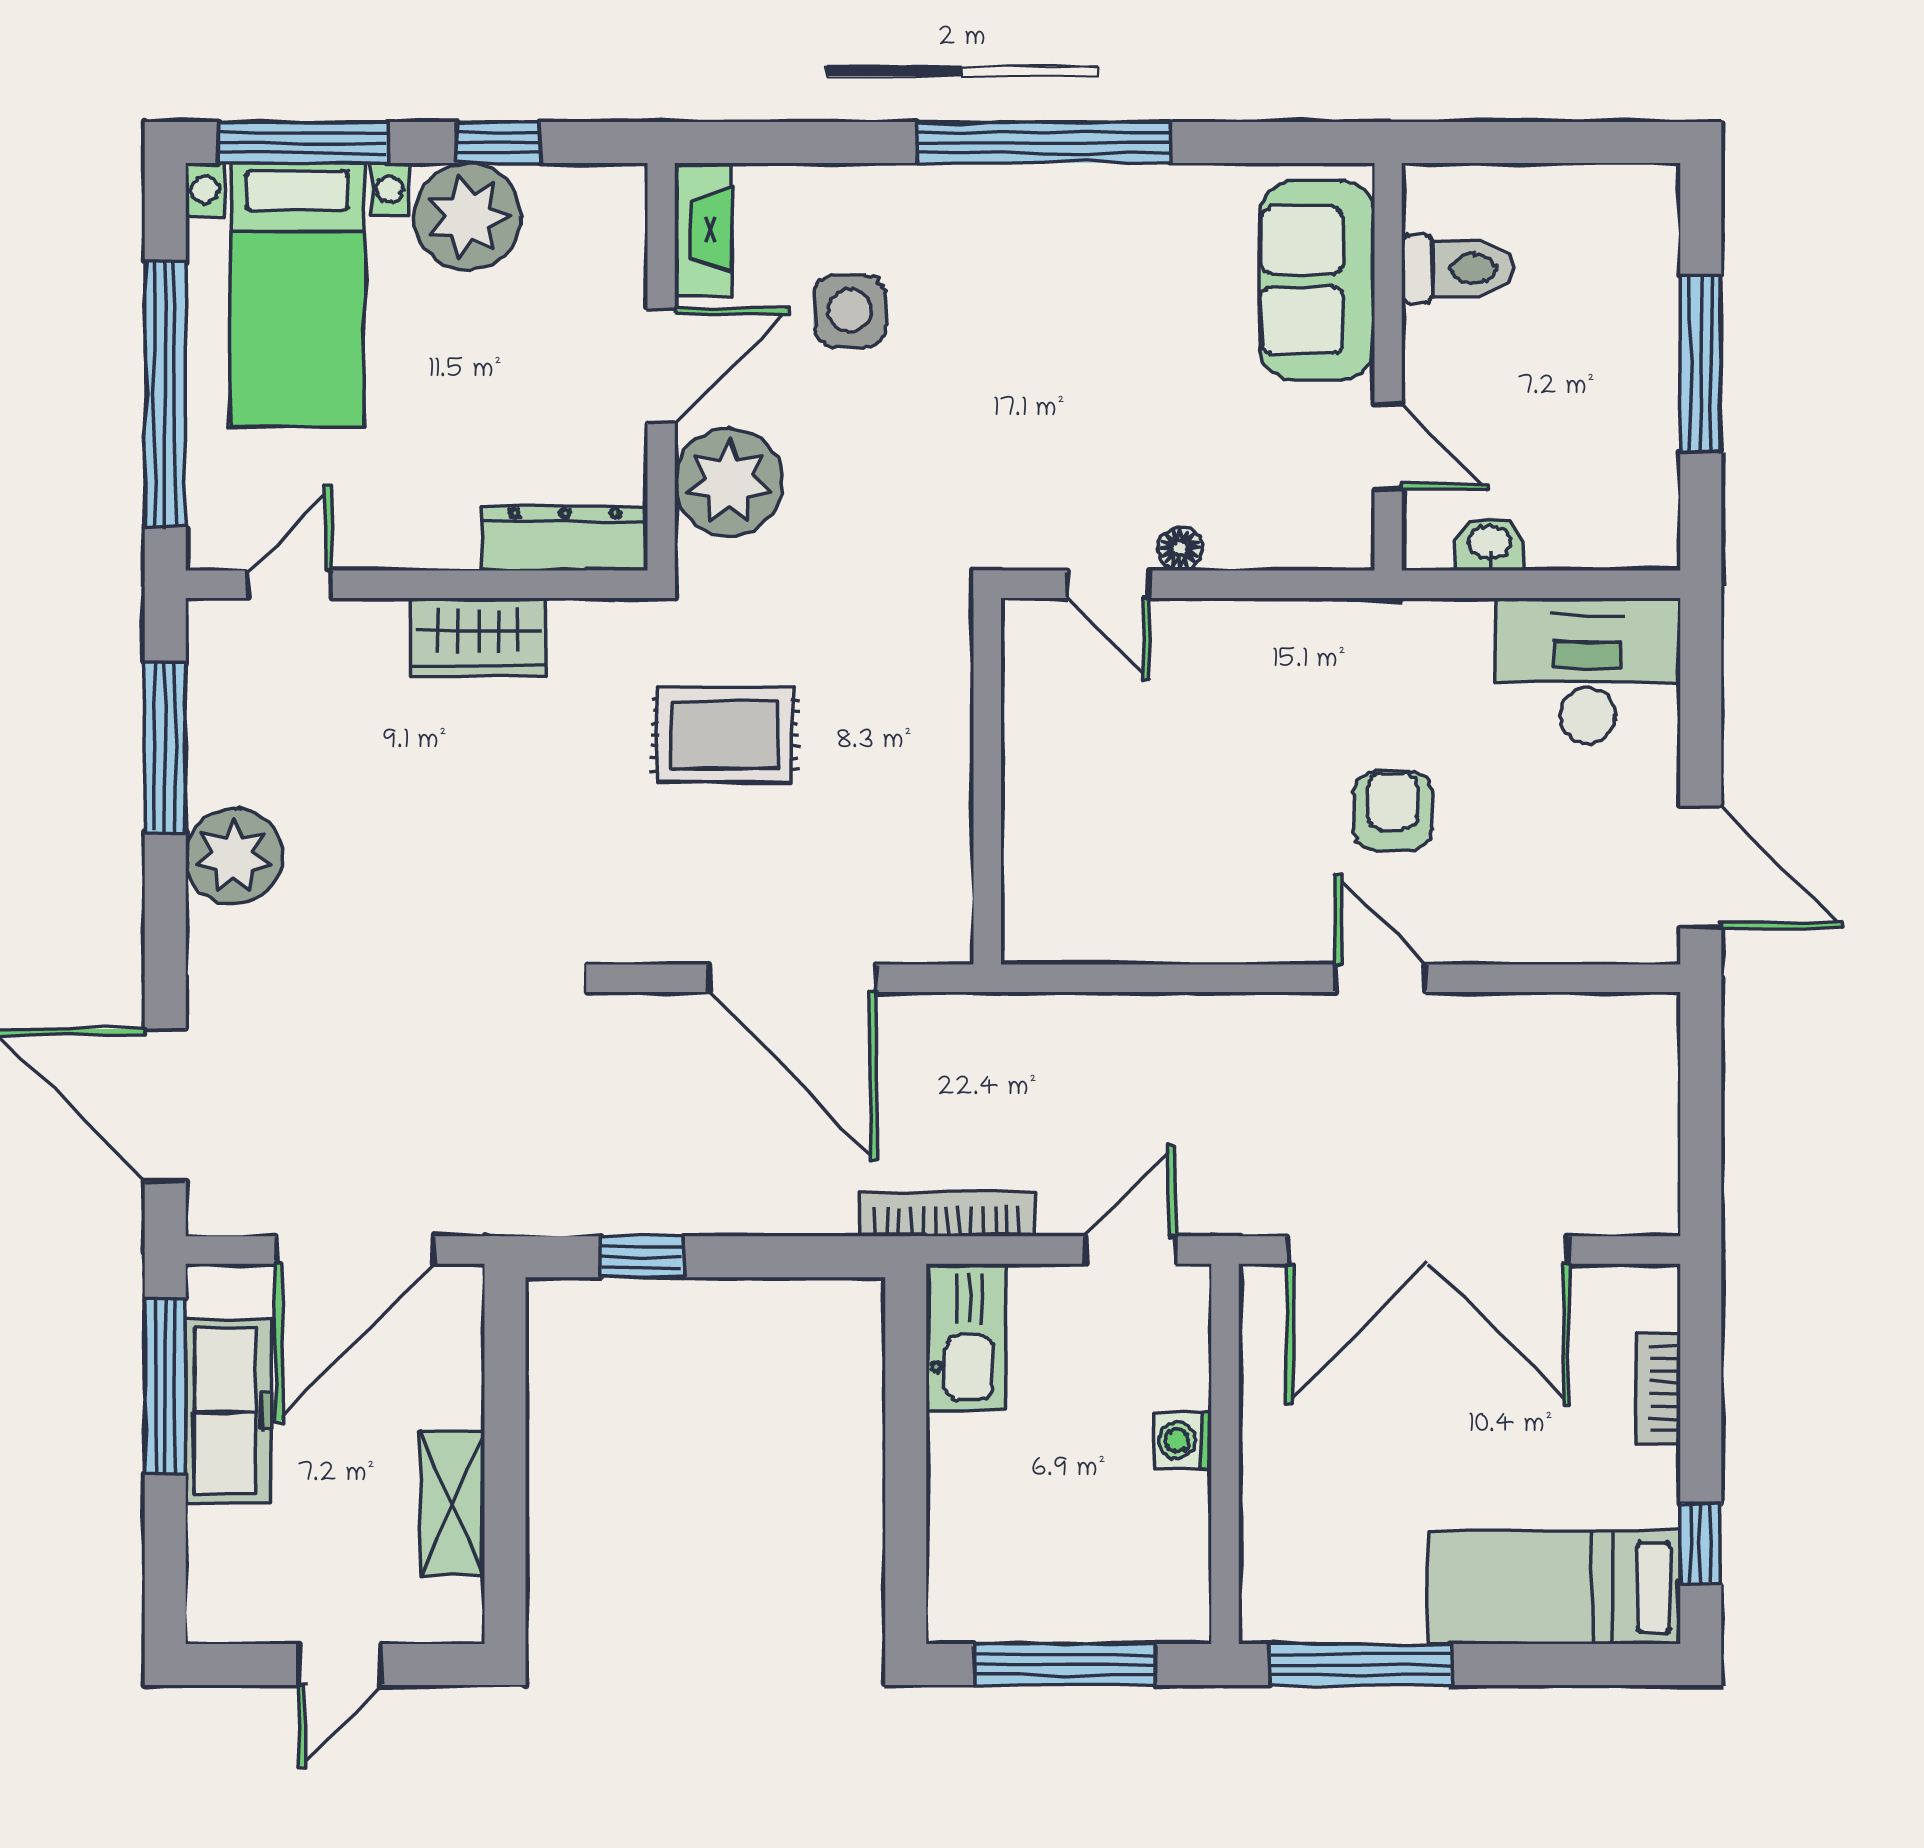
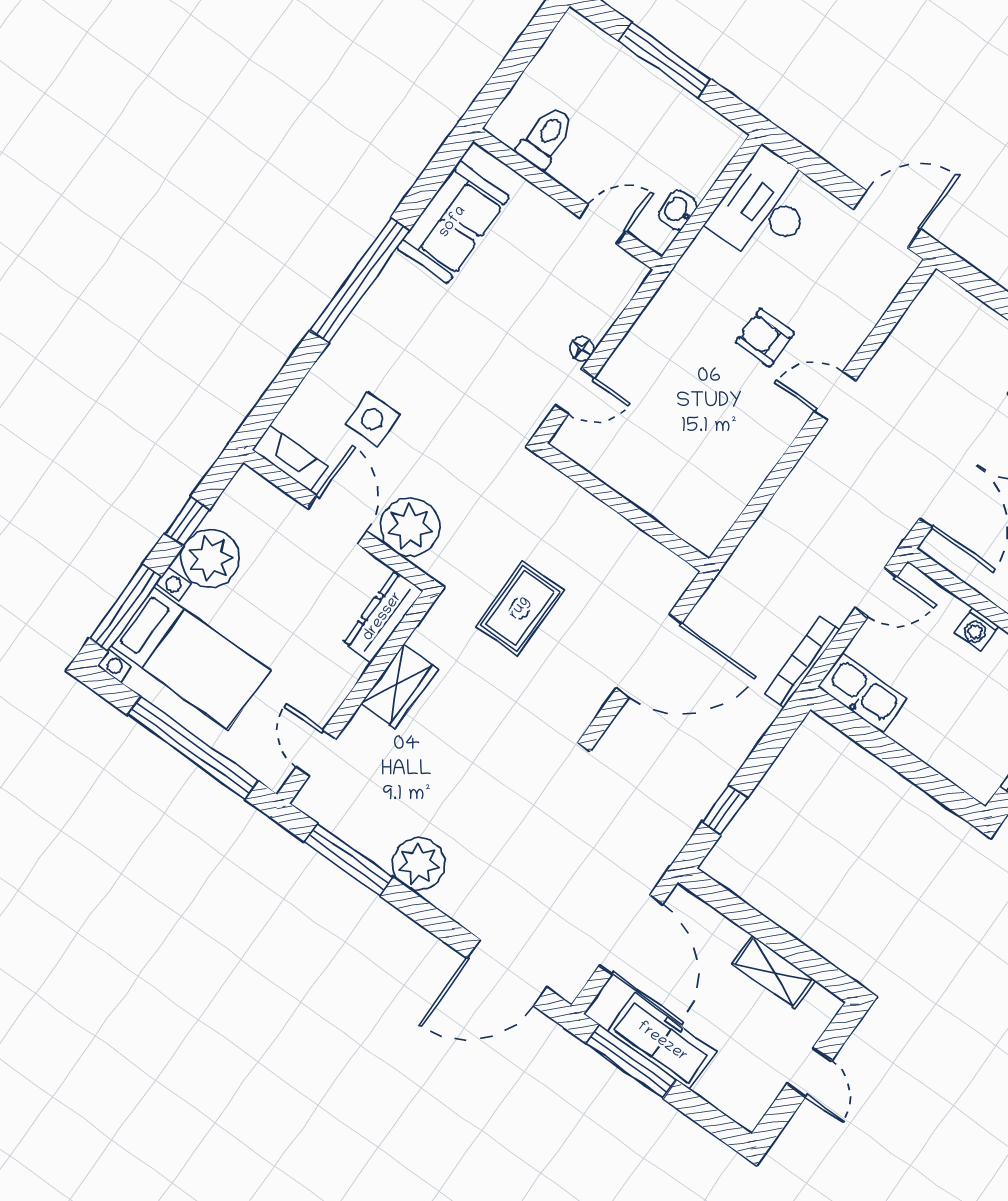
sofa: (1317, 280) -> (453, 222), moved, turned -90
door: (1130, 1250) -> (876, 592), swing flipped

